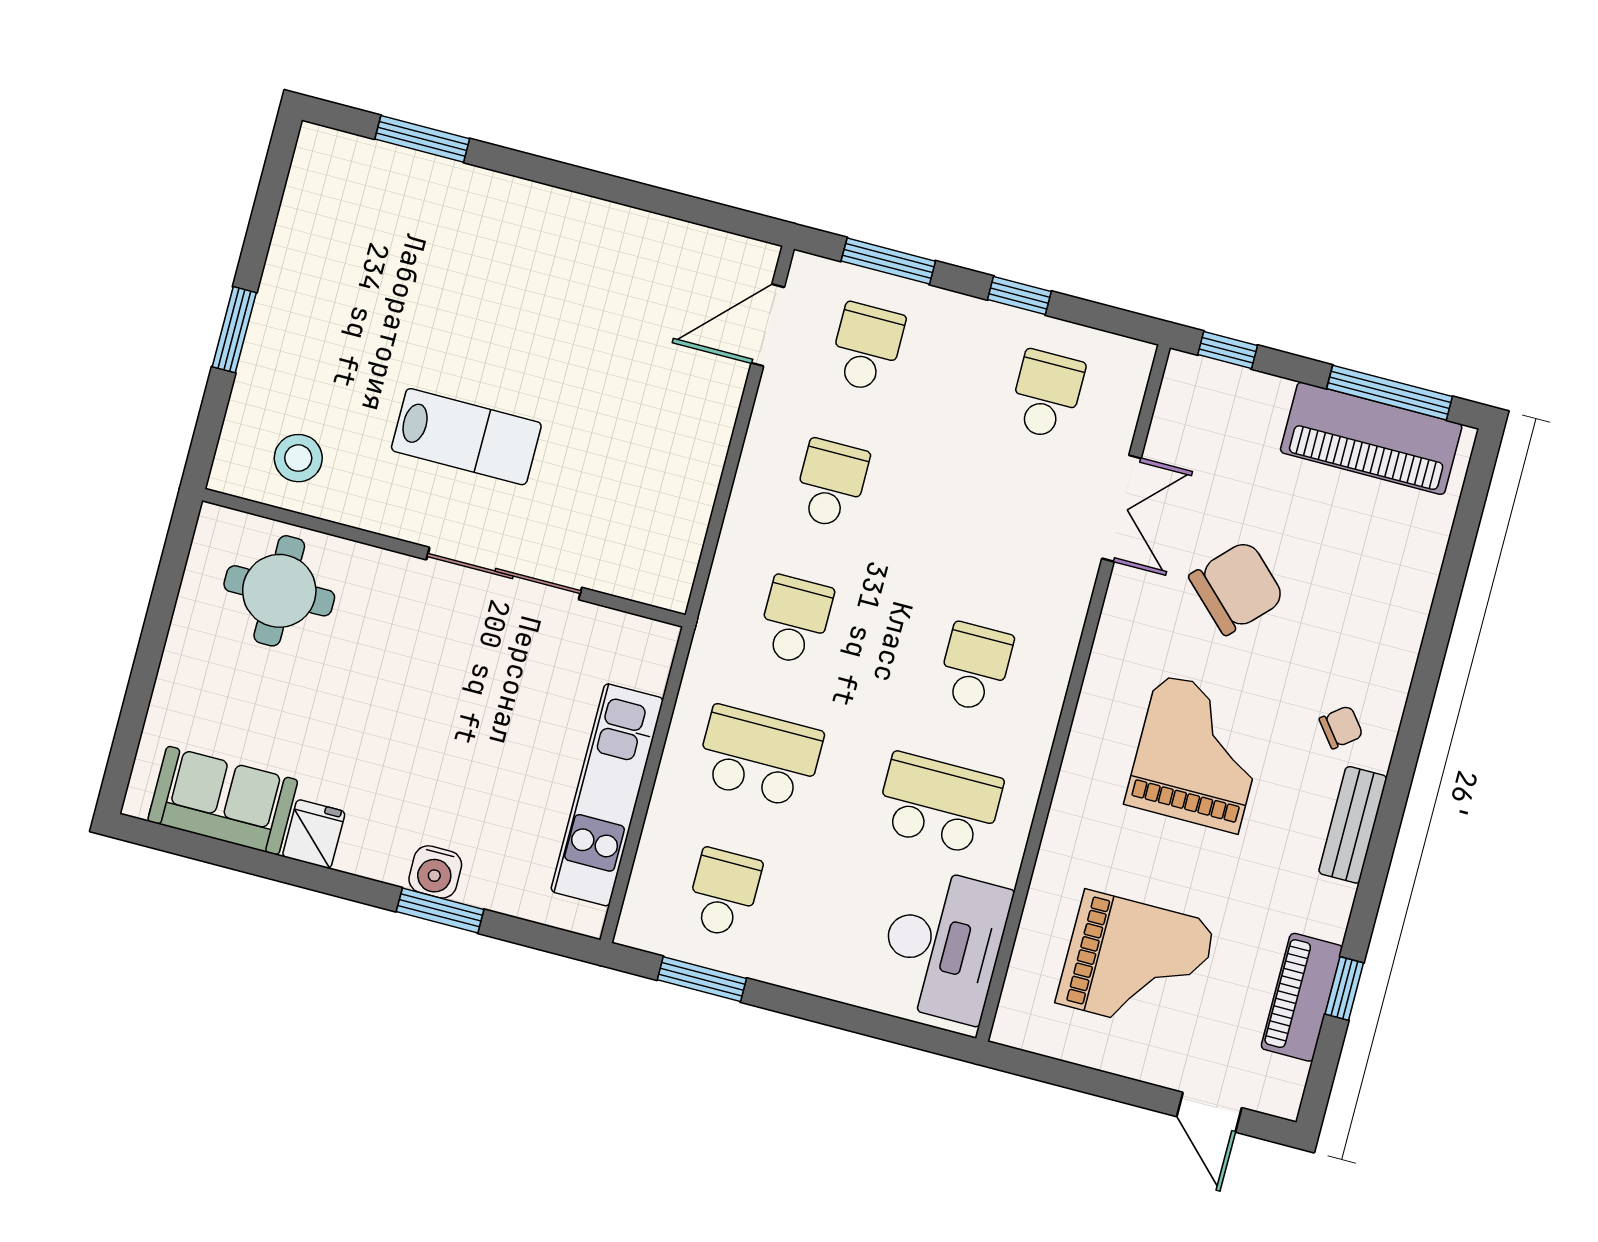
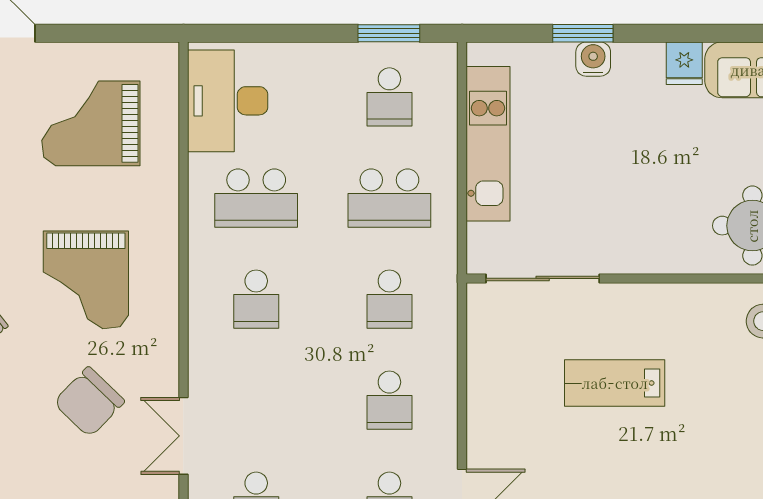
lab bench: (466, 437) -> (615, 383), moved
sliding door: (504, 574) -> (543, 278), moved

